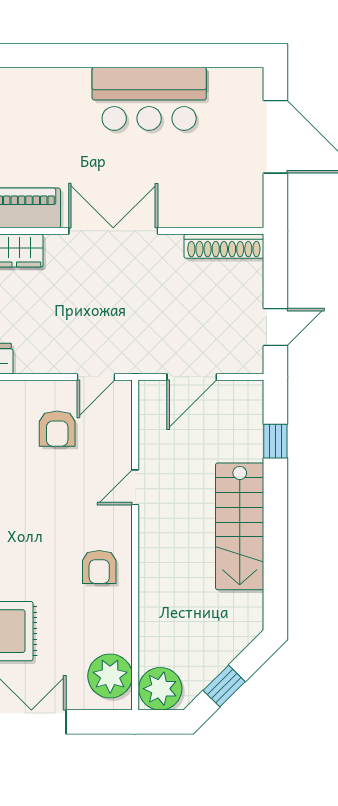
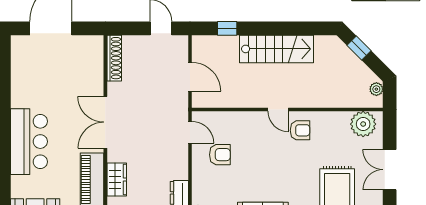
bar counter: (149, 99) -> (29, 142), moved
door: (135, 487) -> (278, 110), moved
window: (224, 686) -> (359, 48), moved
plant: (160, 689) -> (376, 89), width x0.53, depth x0.53

